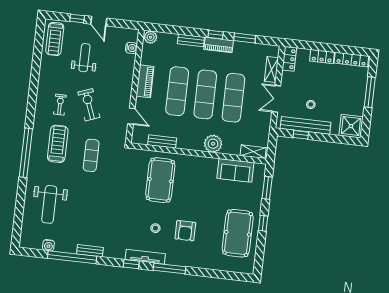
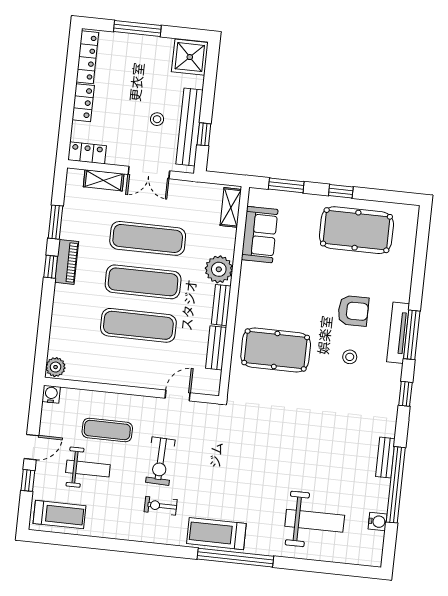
bench: (191, 40) -> (221, 305), moved
water cooler: (131, 48) -> (51, 394), moved
weight bench: (84, 58) -> (88, 469), turned 180
piano: (145, 81) -> (124, 375), removed
exercise bike: (89, 105) -> (160, 461), turned -67
treadmill: (58, 144) -> (216, 534), moved
exercise mat: (91, 155) -> (107, 430), moved
tv unit: (145, 257) -> (398, 333), moved

